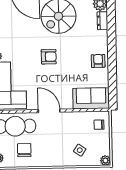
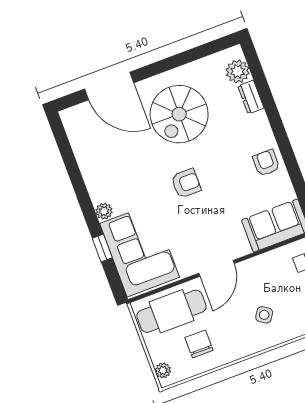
door: (49, 111) -> (217, 268), swing flipped
side table: (80, 150) -> (264, 315), moved

